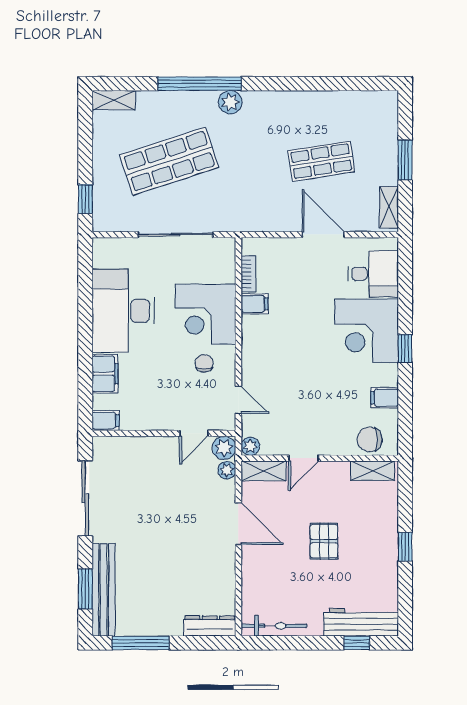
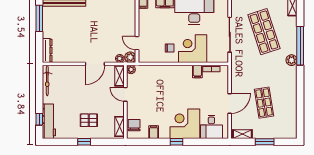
door: (238, 400) -> (153, 64), removed
pallet: (324, 541) -> (89, 120), moved

